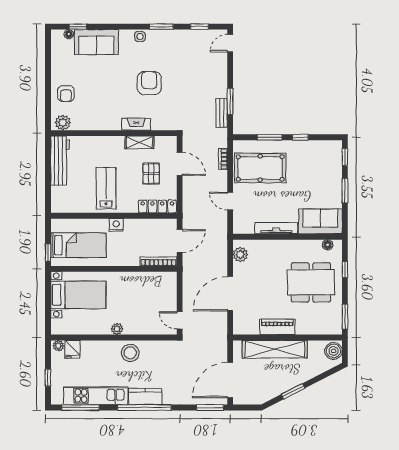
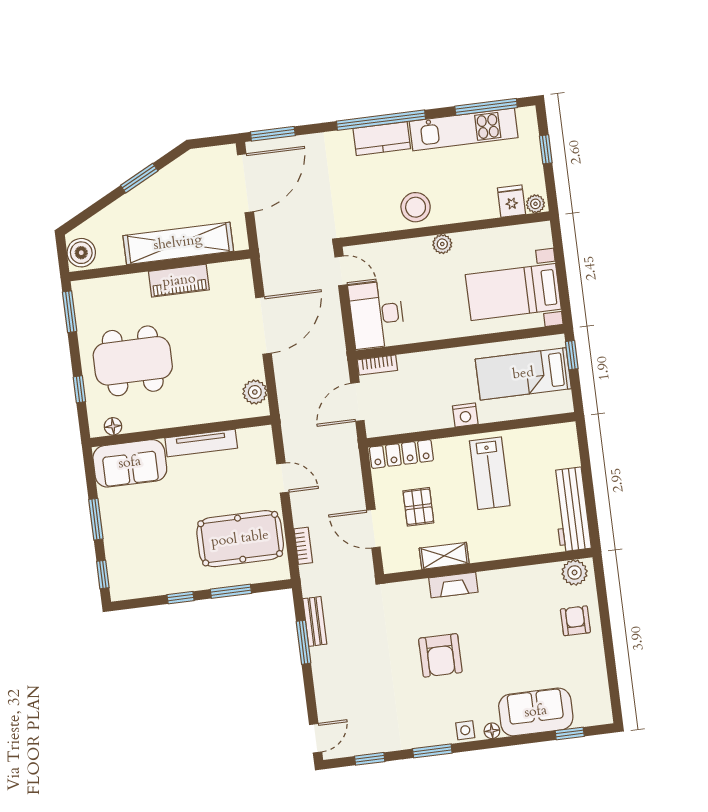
floor lamp: (69, 34) -> (492, 731), moved
bookcase: (158, 261) -> (377, 365), width x0.64
desk: (162, 292) -> (377, 315), added

